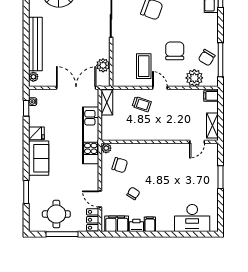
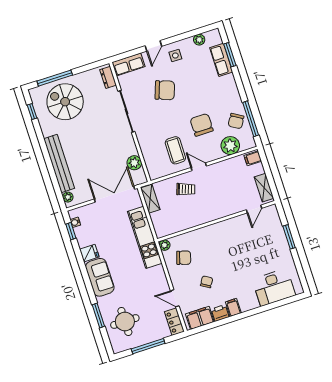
round table: (56, 214) -> (125, 322), moved

